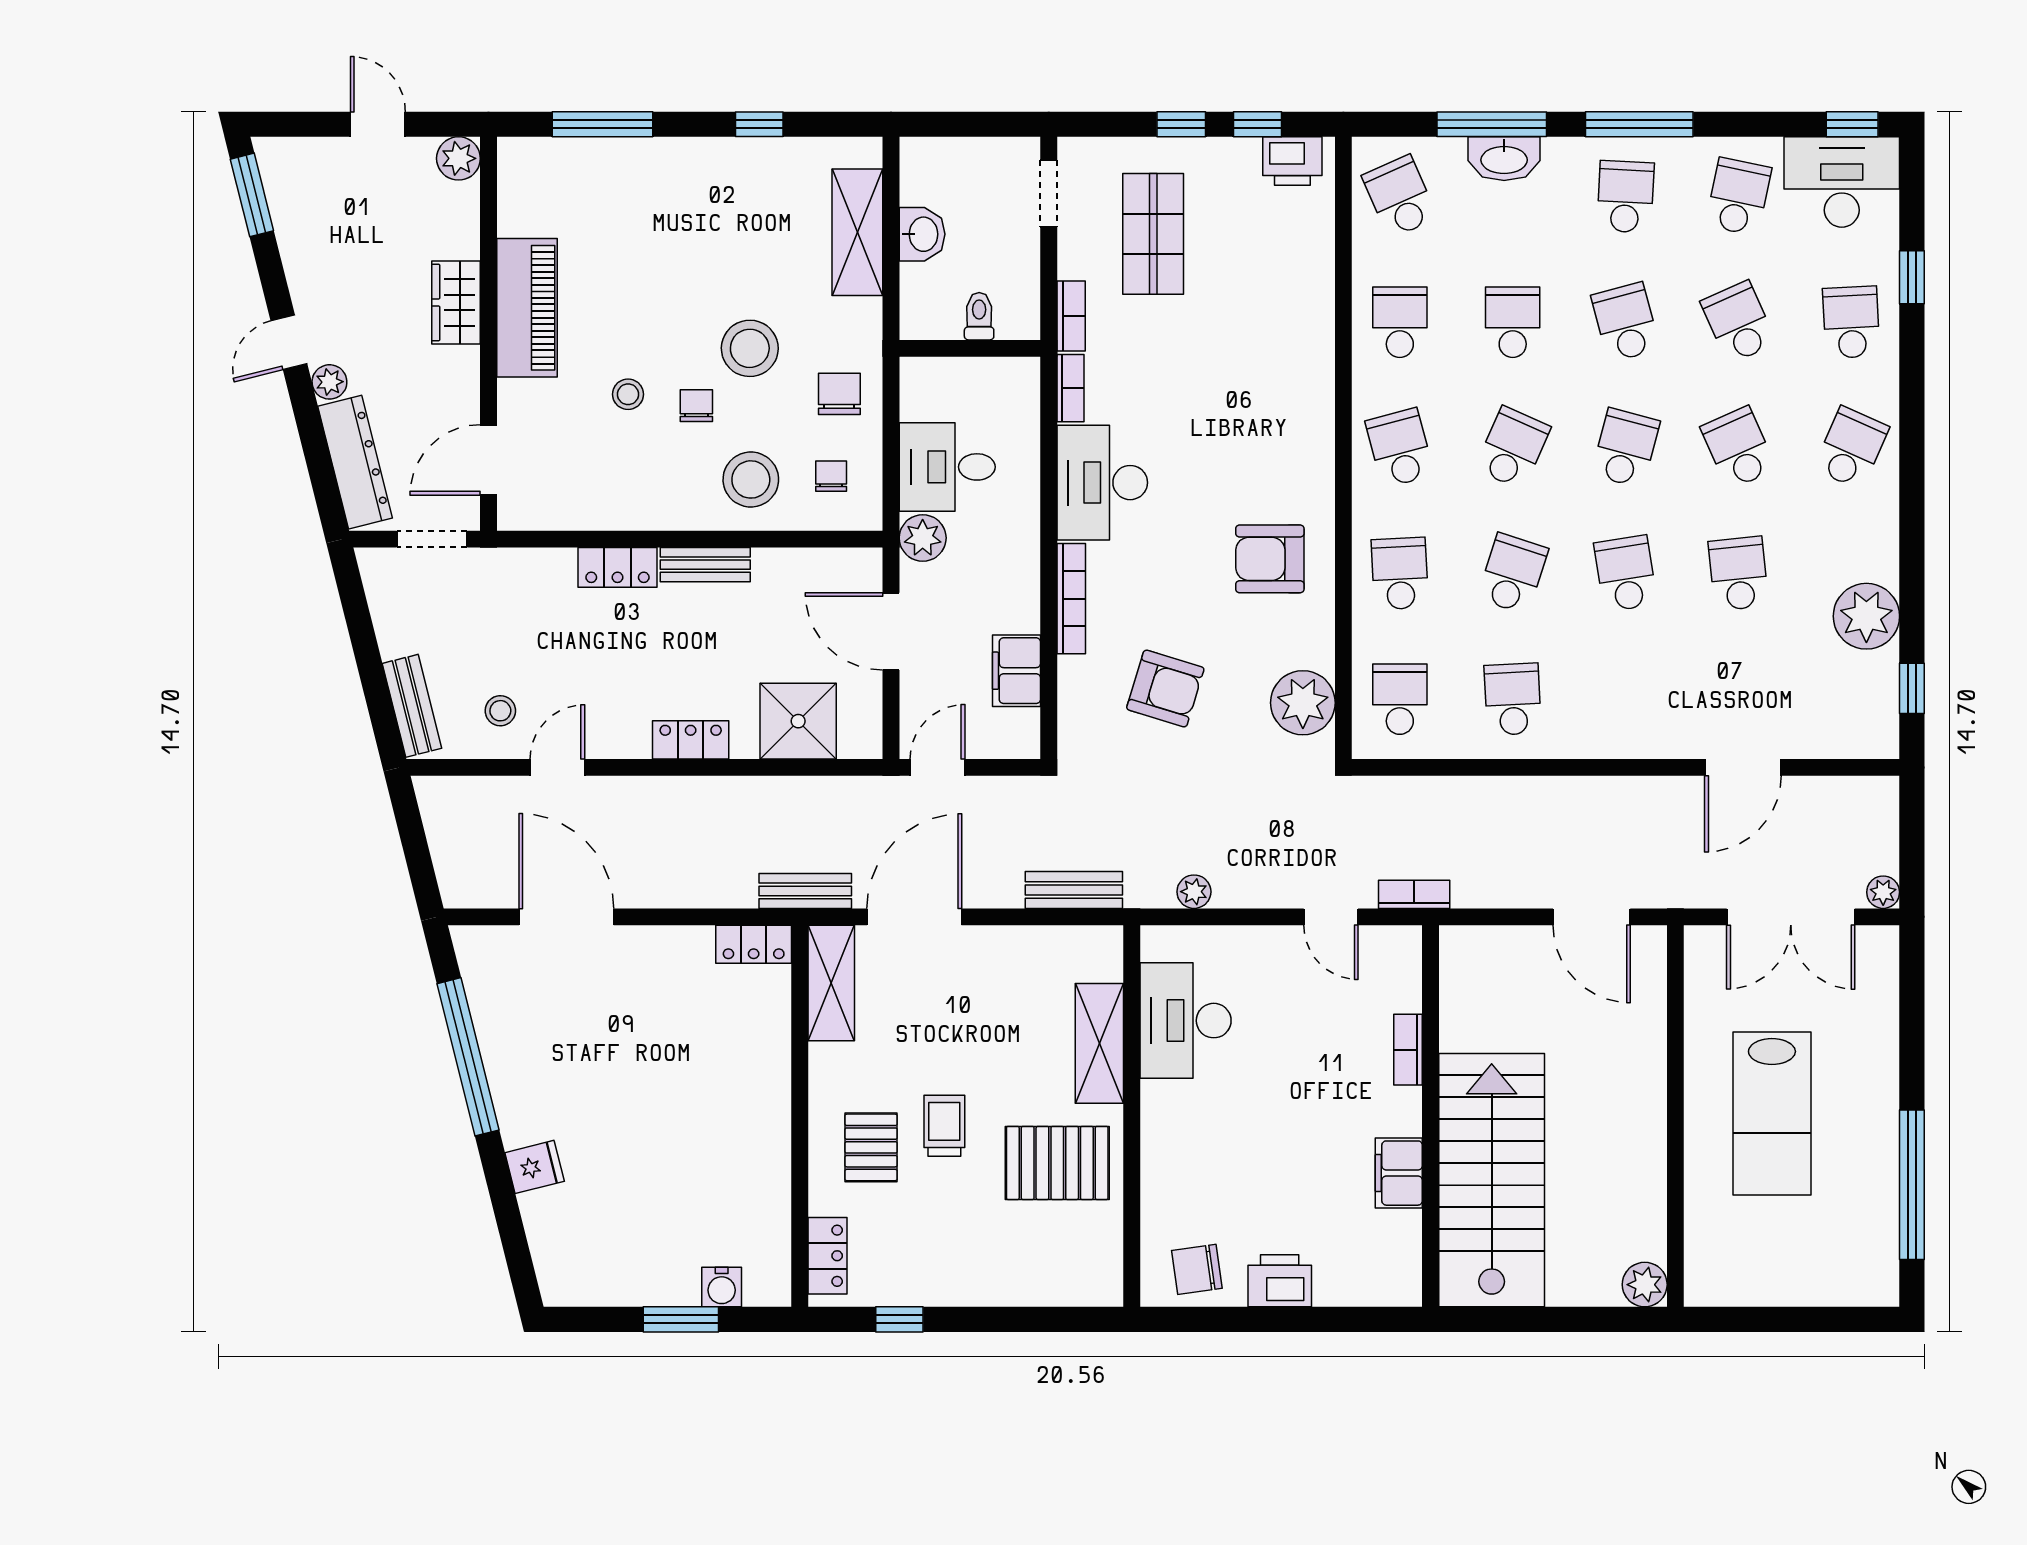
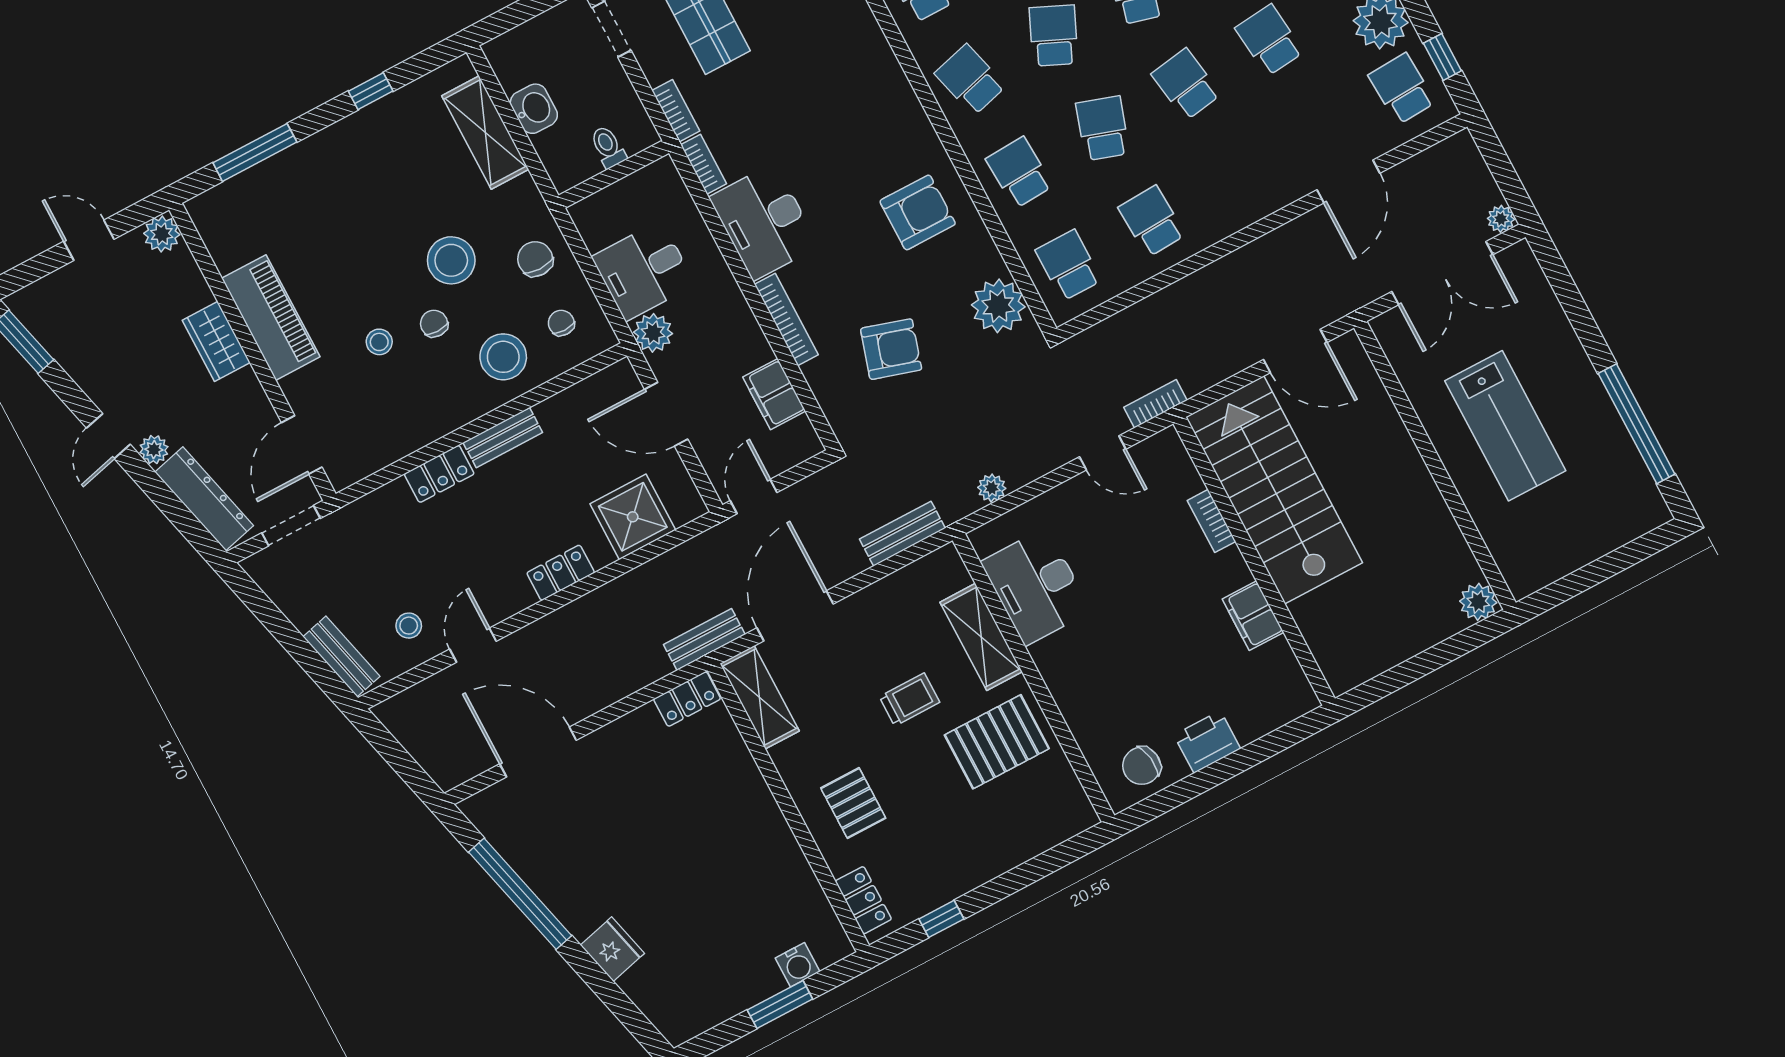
armchair: (1270, 559) -> (918, 212), turned 180
school desk: (1851, 699) -> (1402, 89), added
trolley: (944, 1126) -> (909, 699), moved, turned 90
fridge: (535, 1167) -> (612, 949), width x1.38
stairs: (1492, 1180) -> (1274, 490), moved

